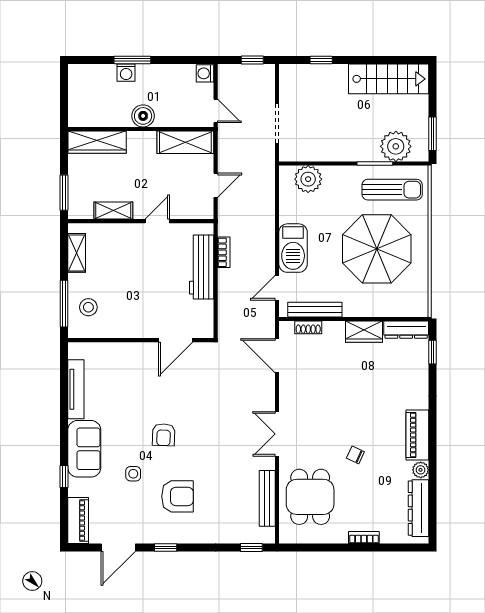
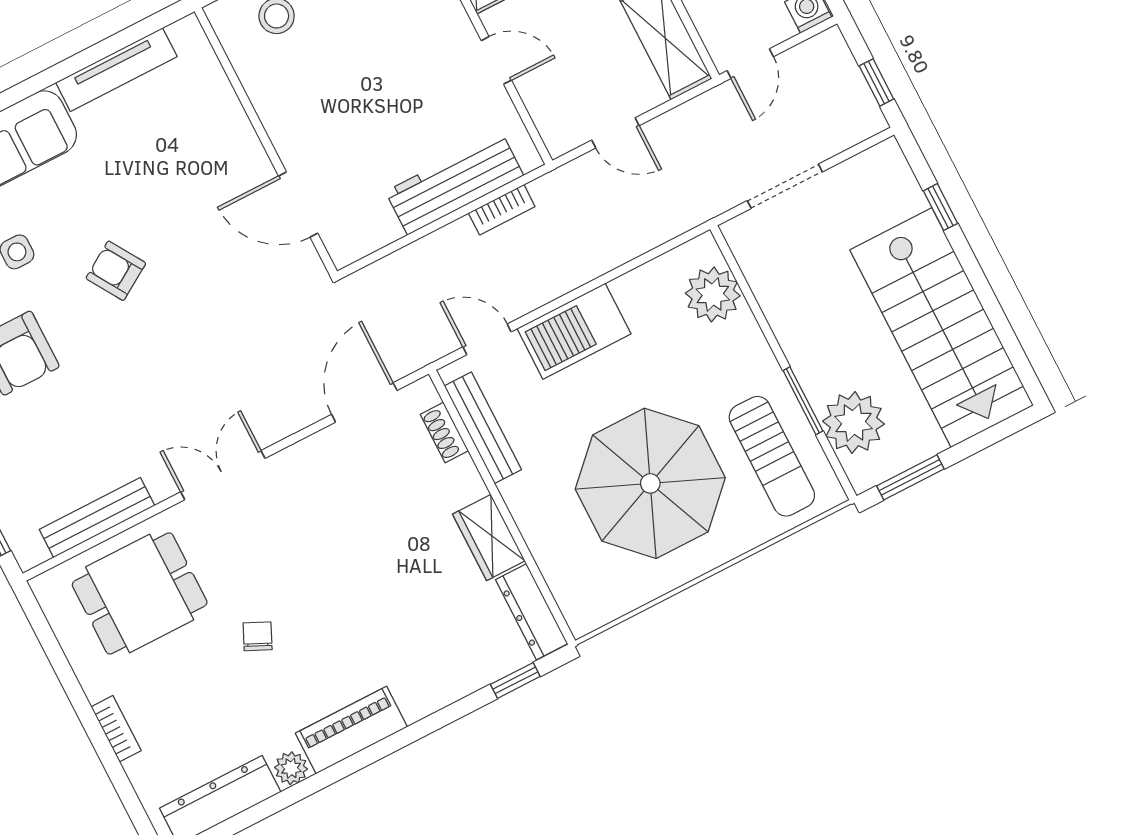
stairs: (389, 79) -> (942, 328), width x1.36, depth x1.51
armchair: (164, 435) -> (116, 271), turned 56

